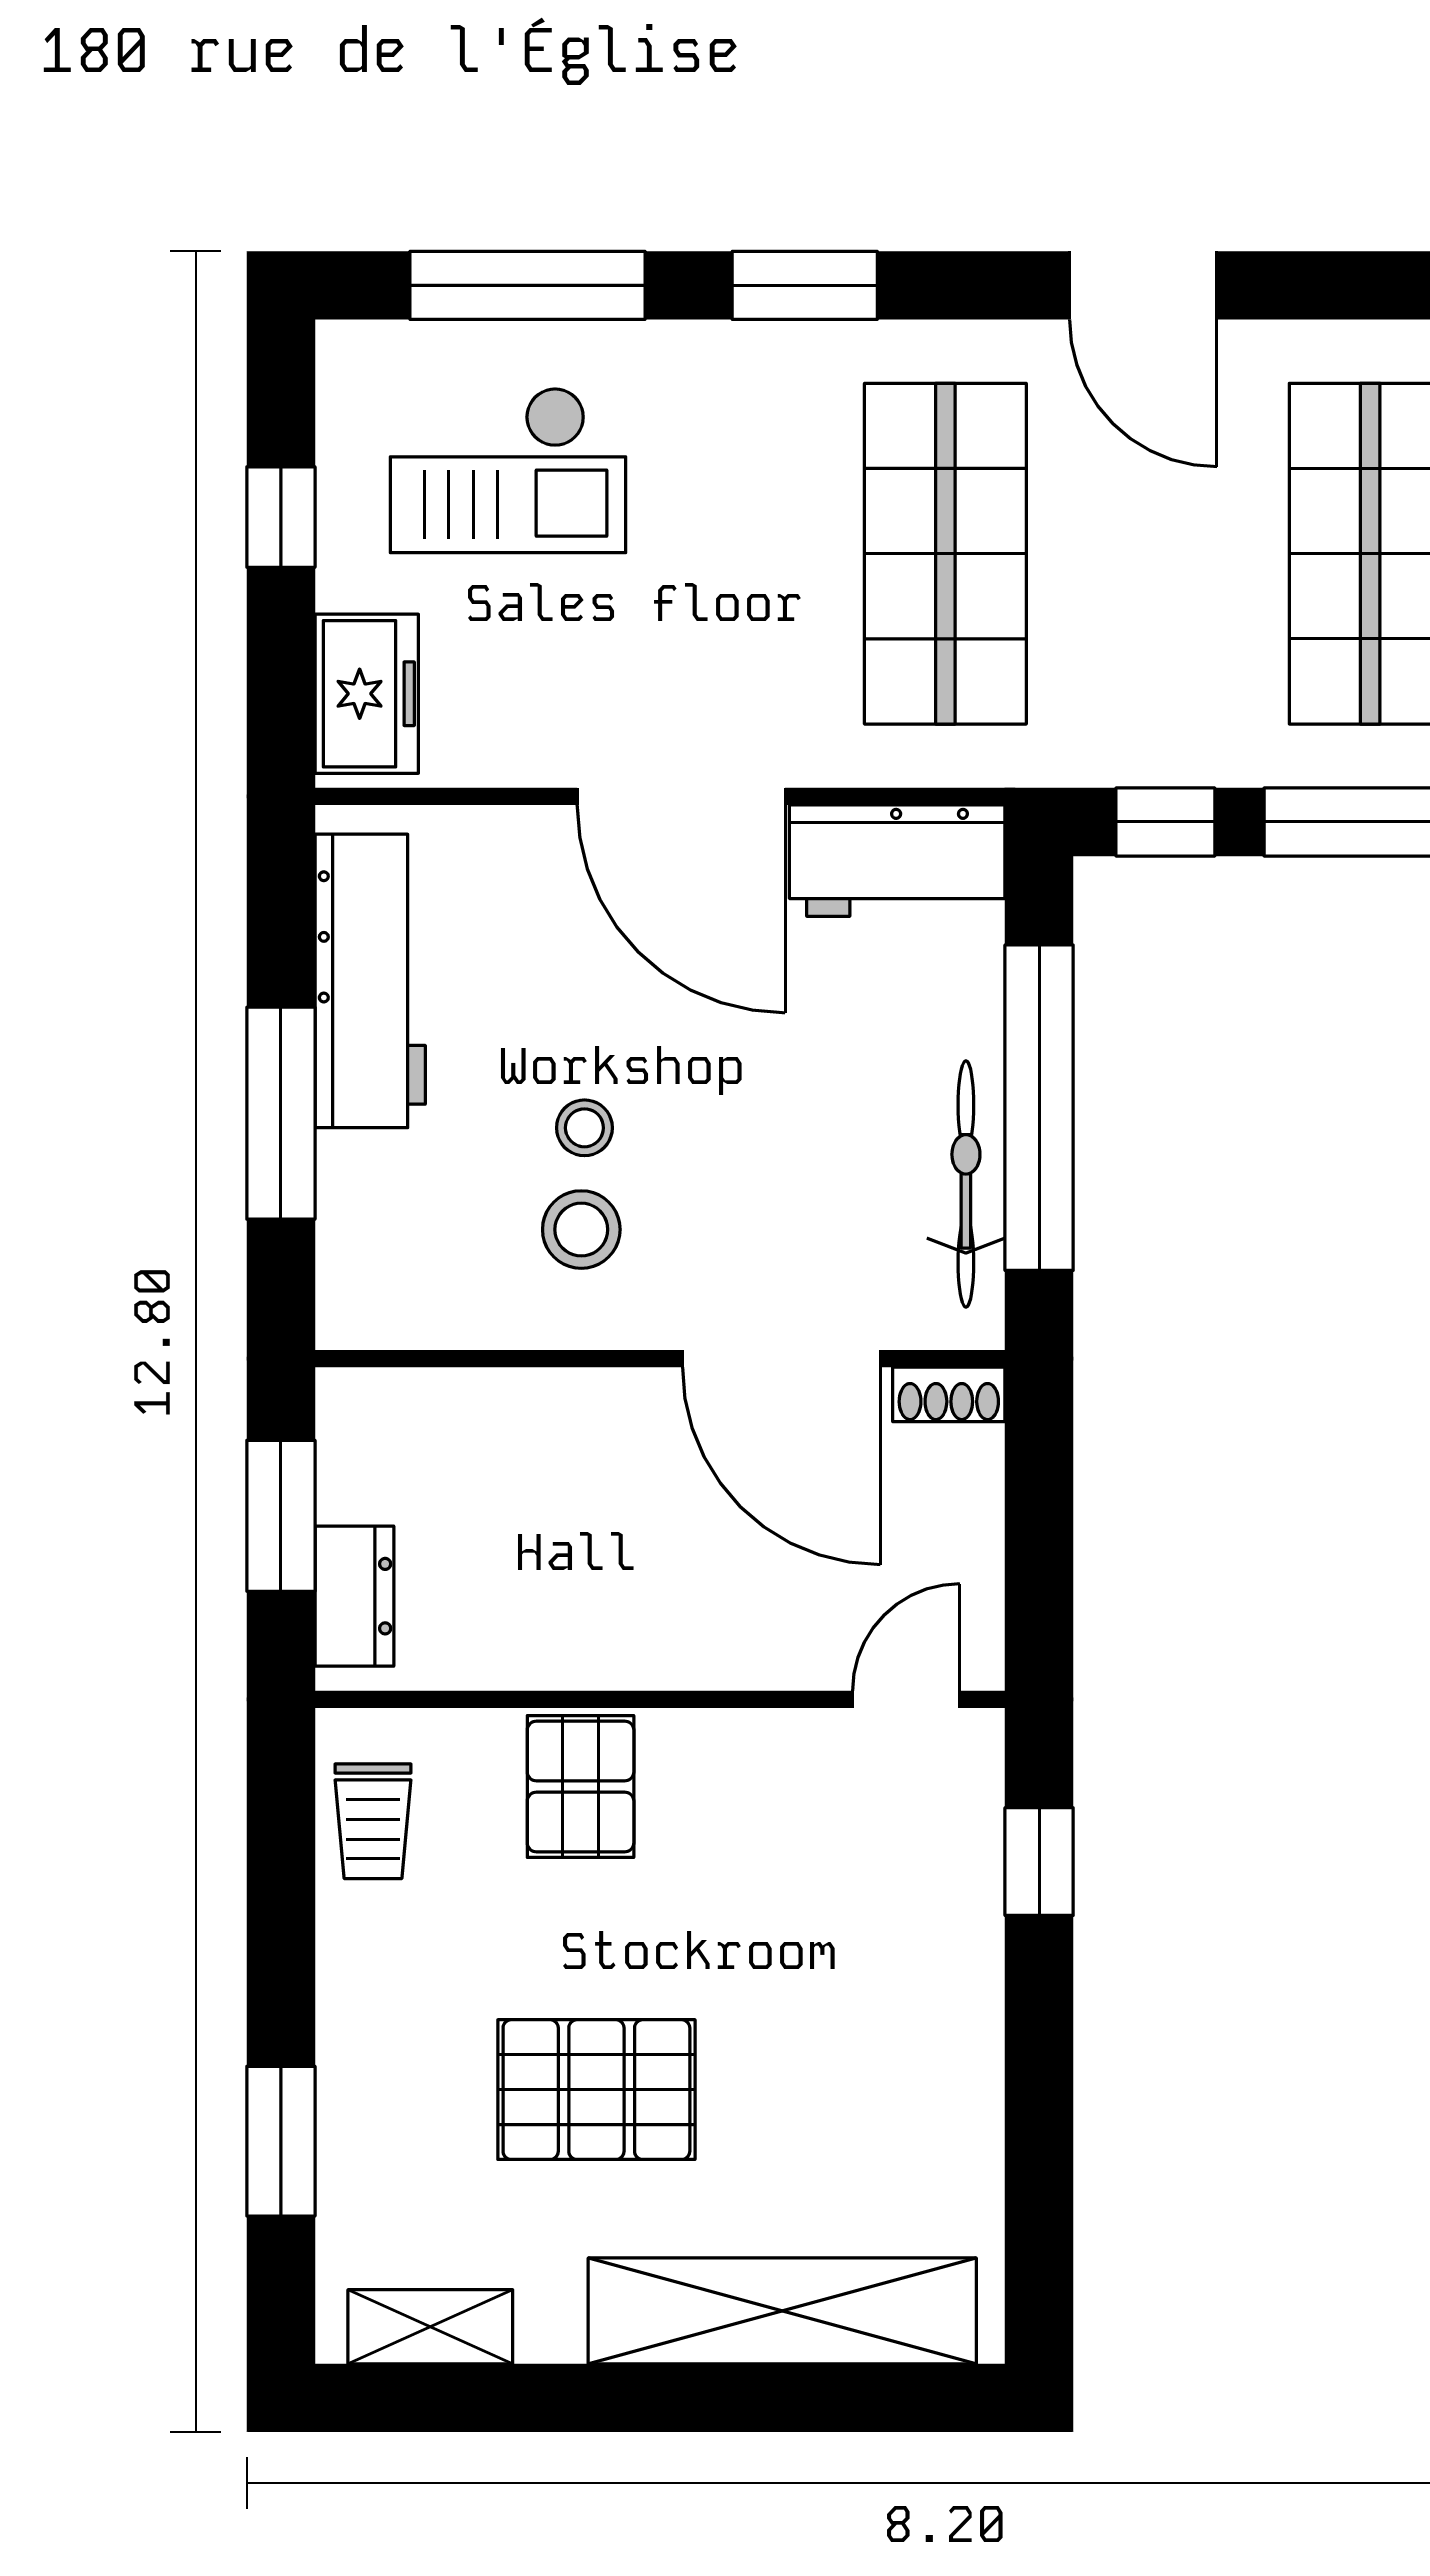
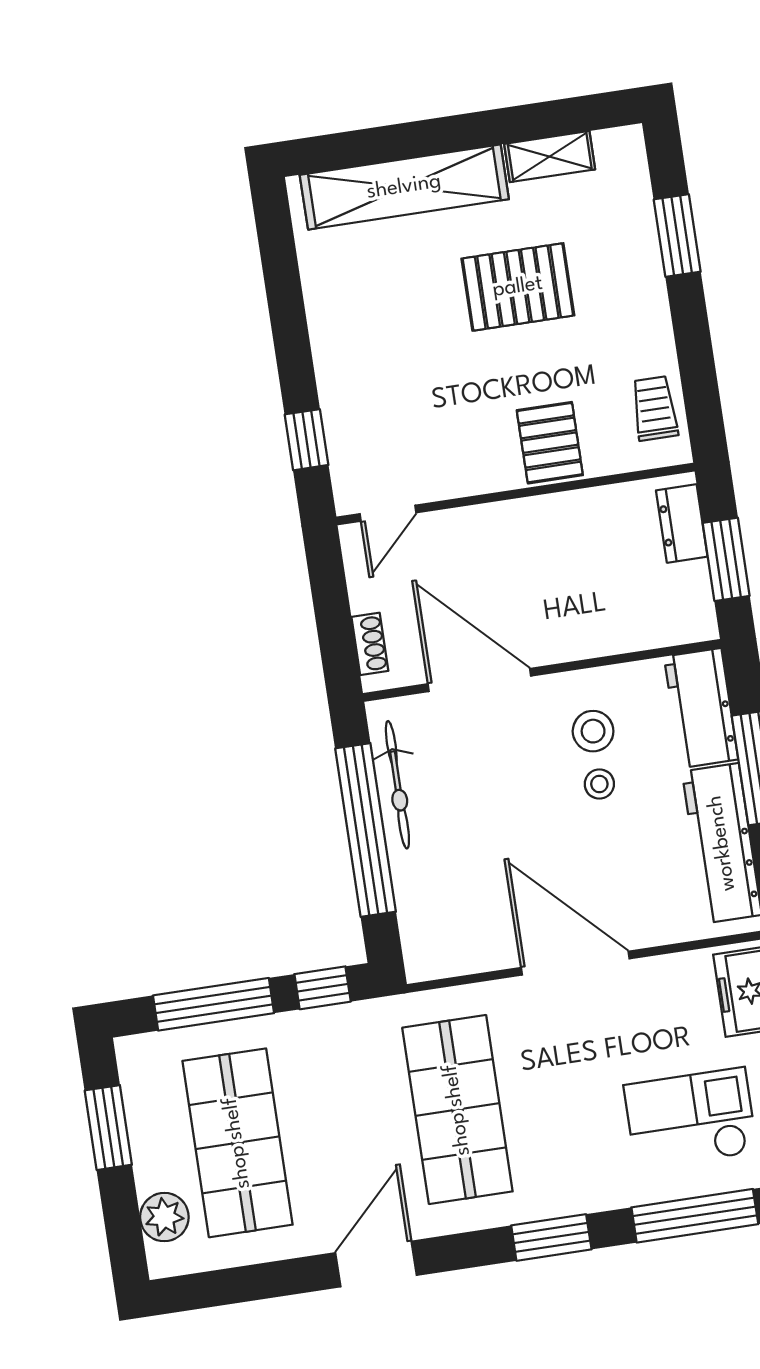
door: (1143, 285) -> (376, 1264), hinge flipped
workbench: (897, 861) -> (701, 708), moved, turned -90
shoe rack: (949, 1394) -> (370, 644), moved, turned 90
shelving: (430, 2327) -> (550, 157), moved

